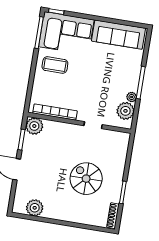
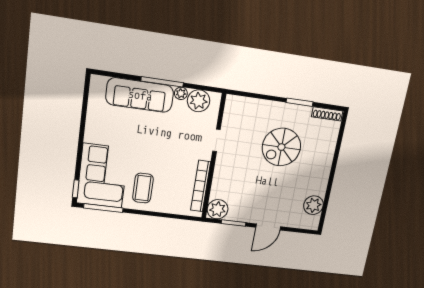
sofa: (119, 35) -> (140, 95), moved, turned 90

